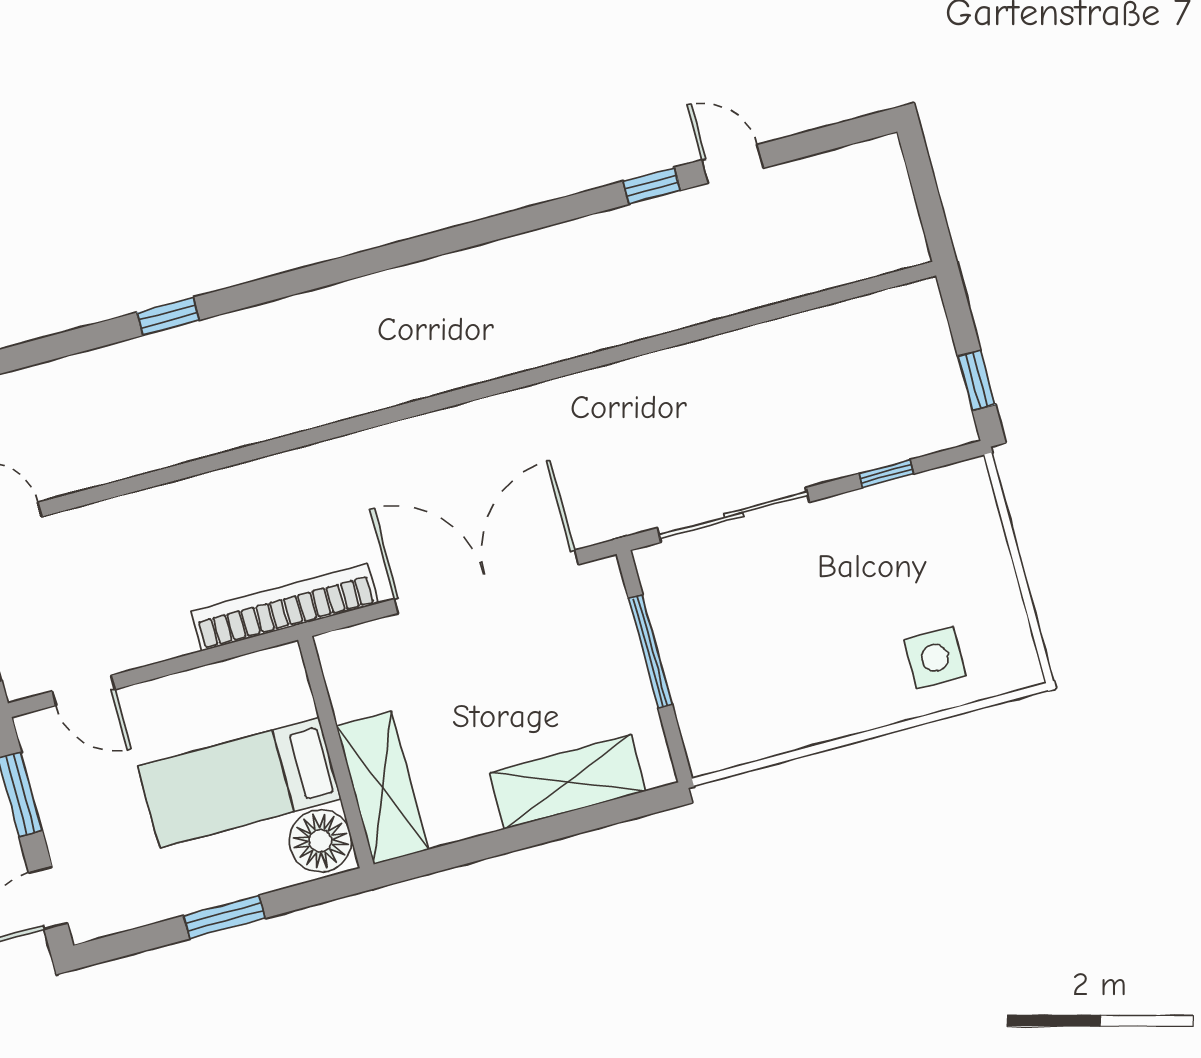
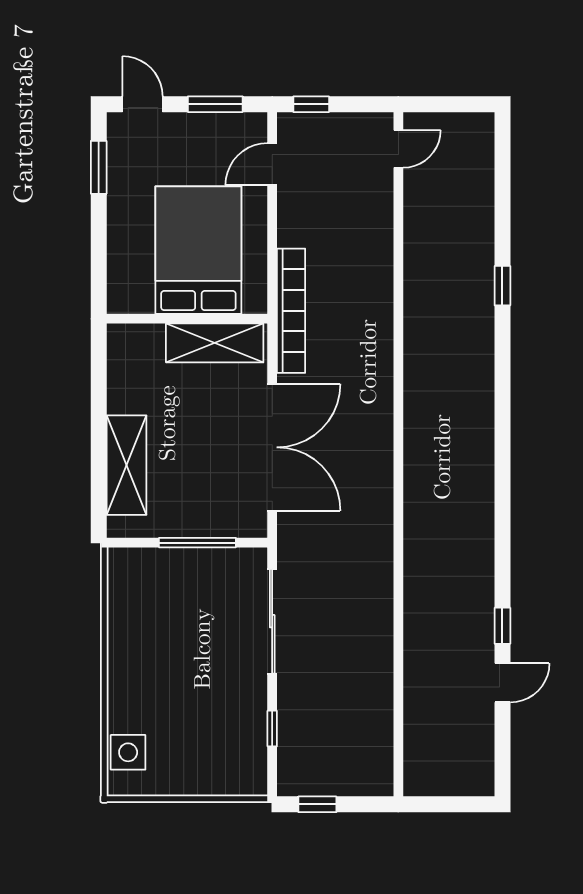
side table: (935, 658) -> (128, 752), moved
bed: (240, 783) -> (198, 250), width x1.50
shelving: (383, 788) -> (215, 343), moved
floor lamp: (320, 841) -> (132, 293), removed
window: (224, 917) -> (99, 167), moved

